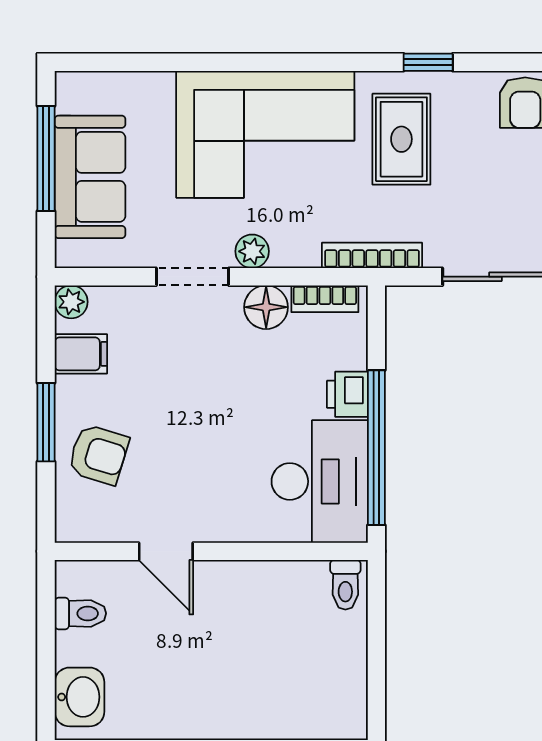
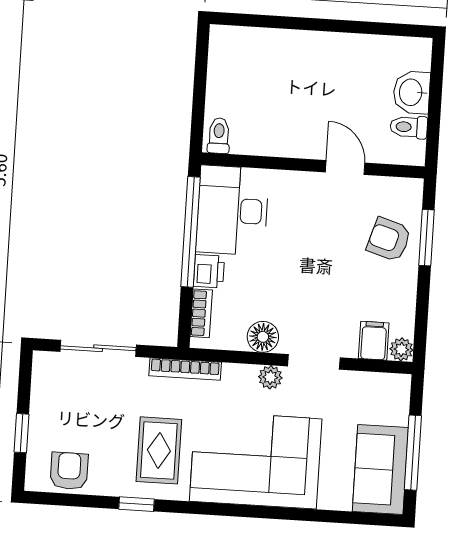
sofa: (90, 177) -> (380, 470), moved
bookcase: (325, 299) -> (201, 313), moved, turned 90
filing cabinet: (81, 354) -> (374, 341), moved, turned 90
window: (46, 422) -> (426, 238), moved
washbasin: (80, 697) -> (412, 92), moved

